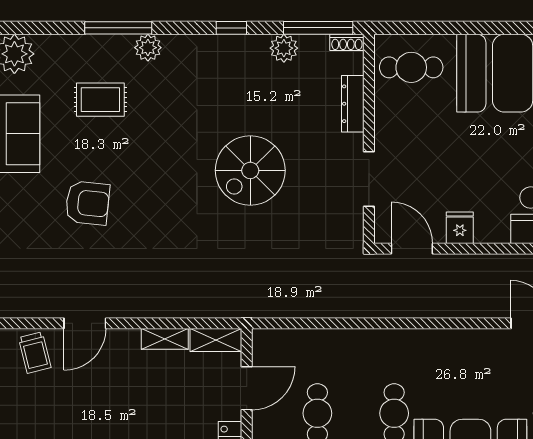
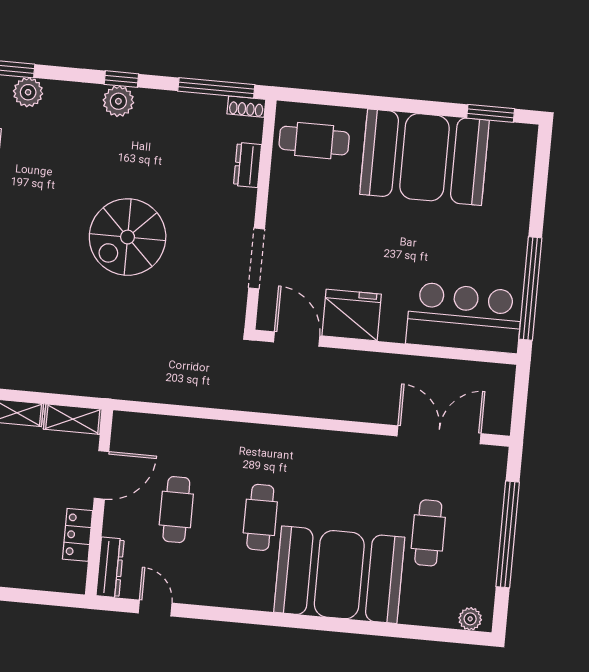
plant: (284, 48) -> (118, 101), moved
dresser: (353, 104) -> (247, 165), width x0.70
fridge: (460, 228) -> (352, 315), width x1.88, depth x1.34

